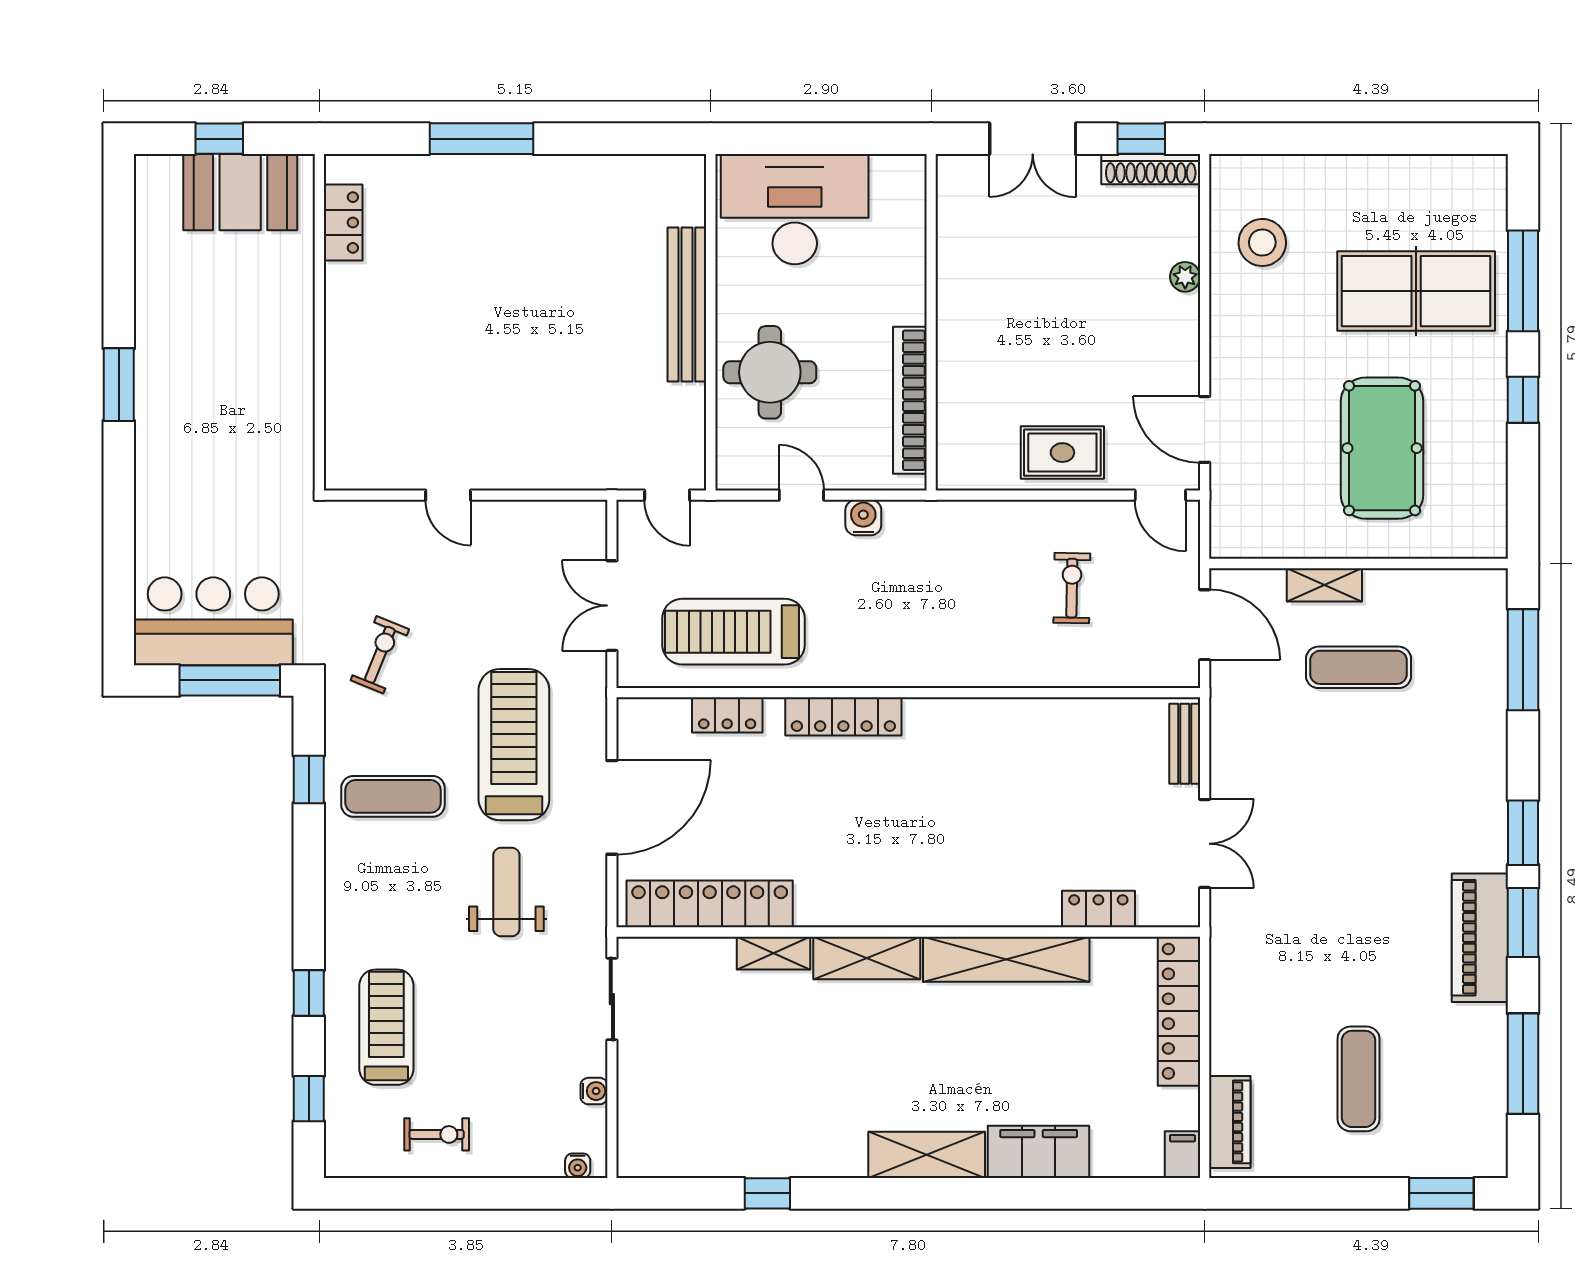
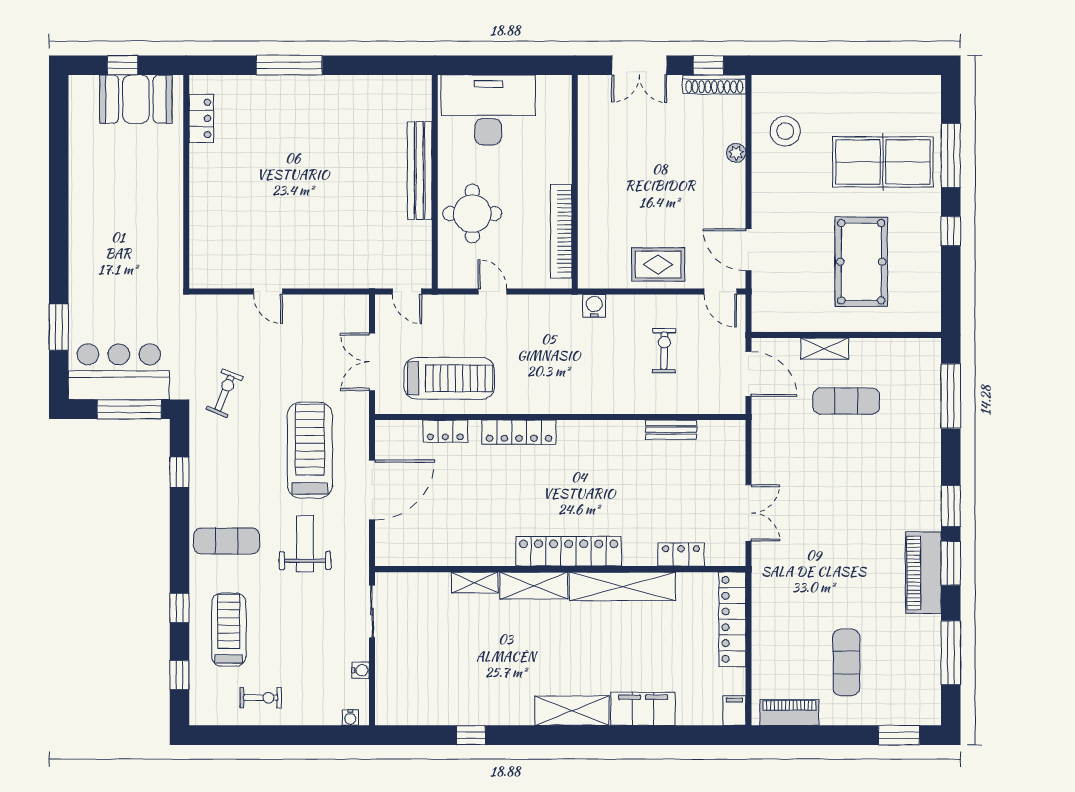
window: (119, 385) -> (59, 327), moved
water cooler: (863, 518) -> (594, 306), moved
treadmill: (733, 632) -> (449, 378), turned 180
bench: (1185, 744) -> (671, 430), moved, turned 90
exercise mat: (393, 796) -> (227, 541), moved
locker: (710, 904) -> (569, 551), moved
piano: (1230, 1122) -> (789, 712), moved, turned -90

